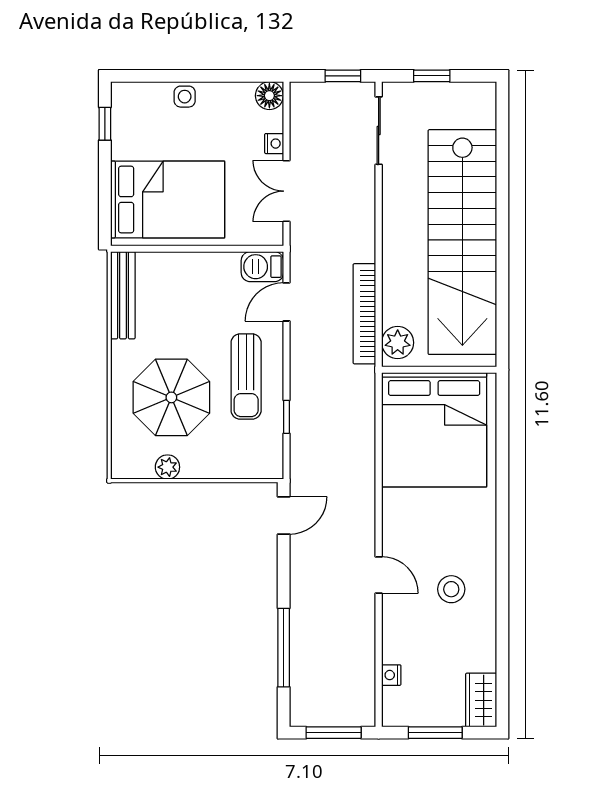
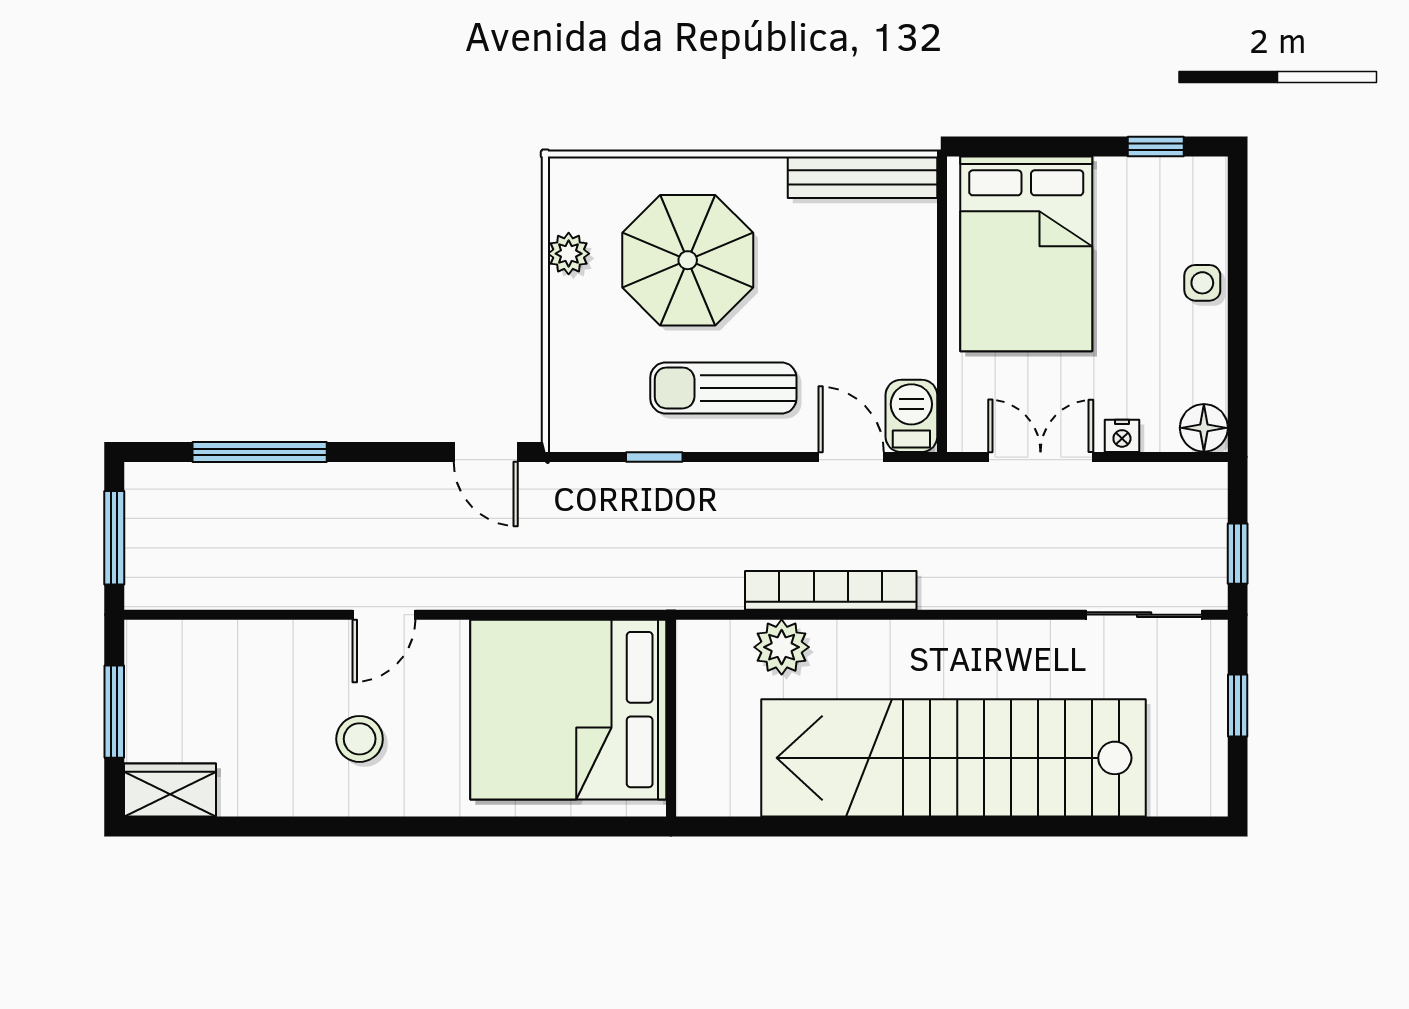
wall: (439, 370) -> (671, 718), moved
bed: (434, 430) -> (568, 710), moved
nightstand: (391, 675) -> (213, 636), removed

